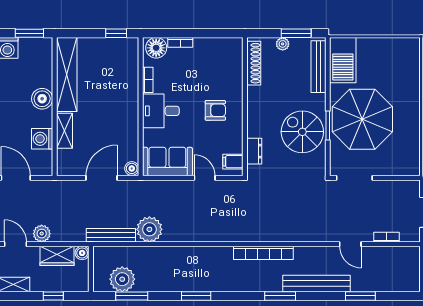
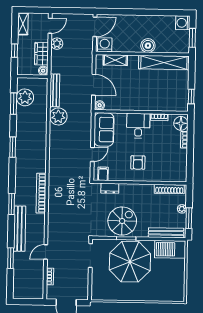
shelving: (64, 131) -> (115, 60), moved
washing machine: (42, 139) -> (105, 45), moved

